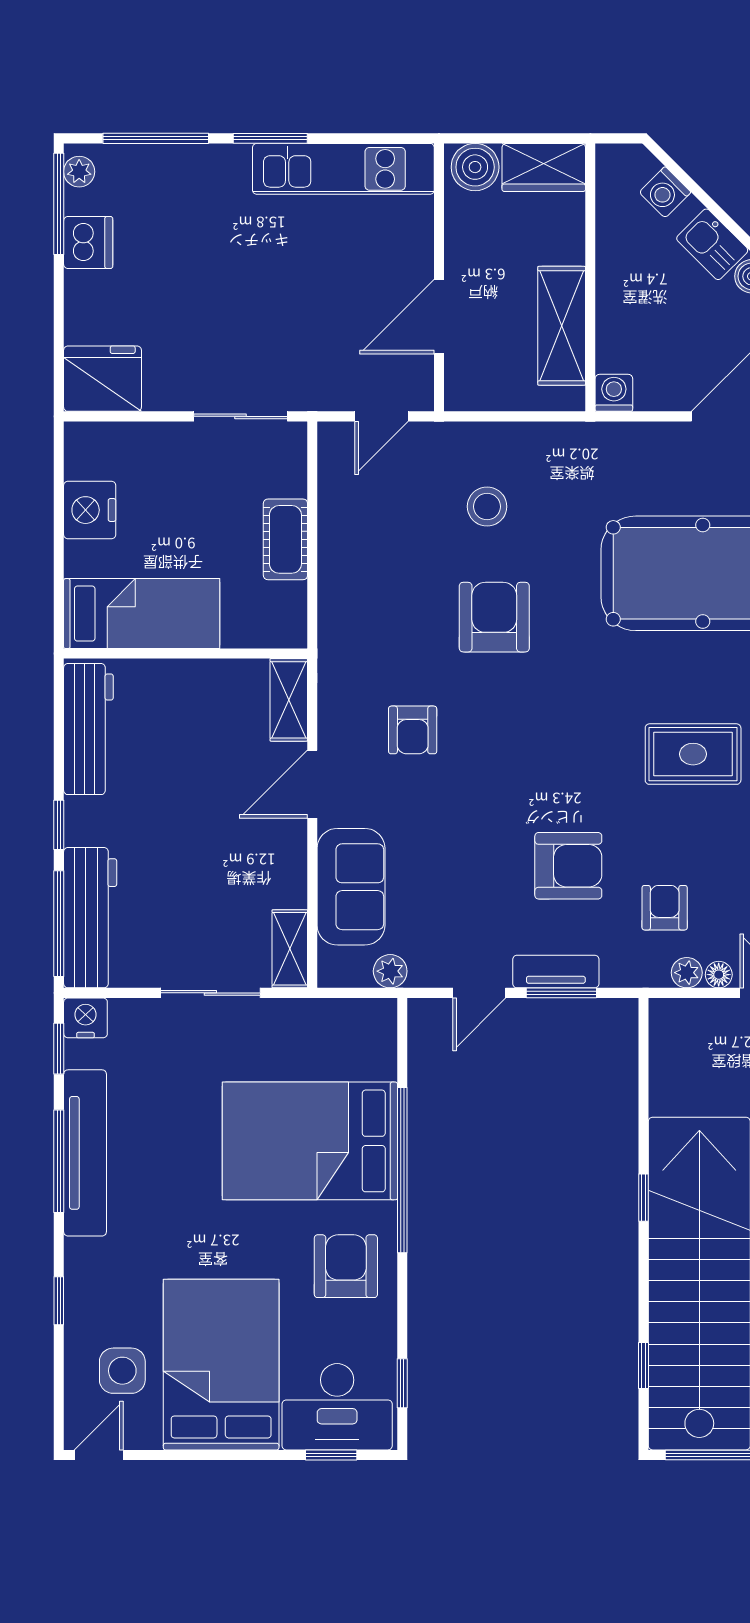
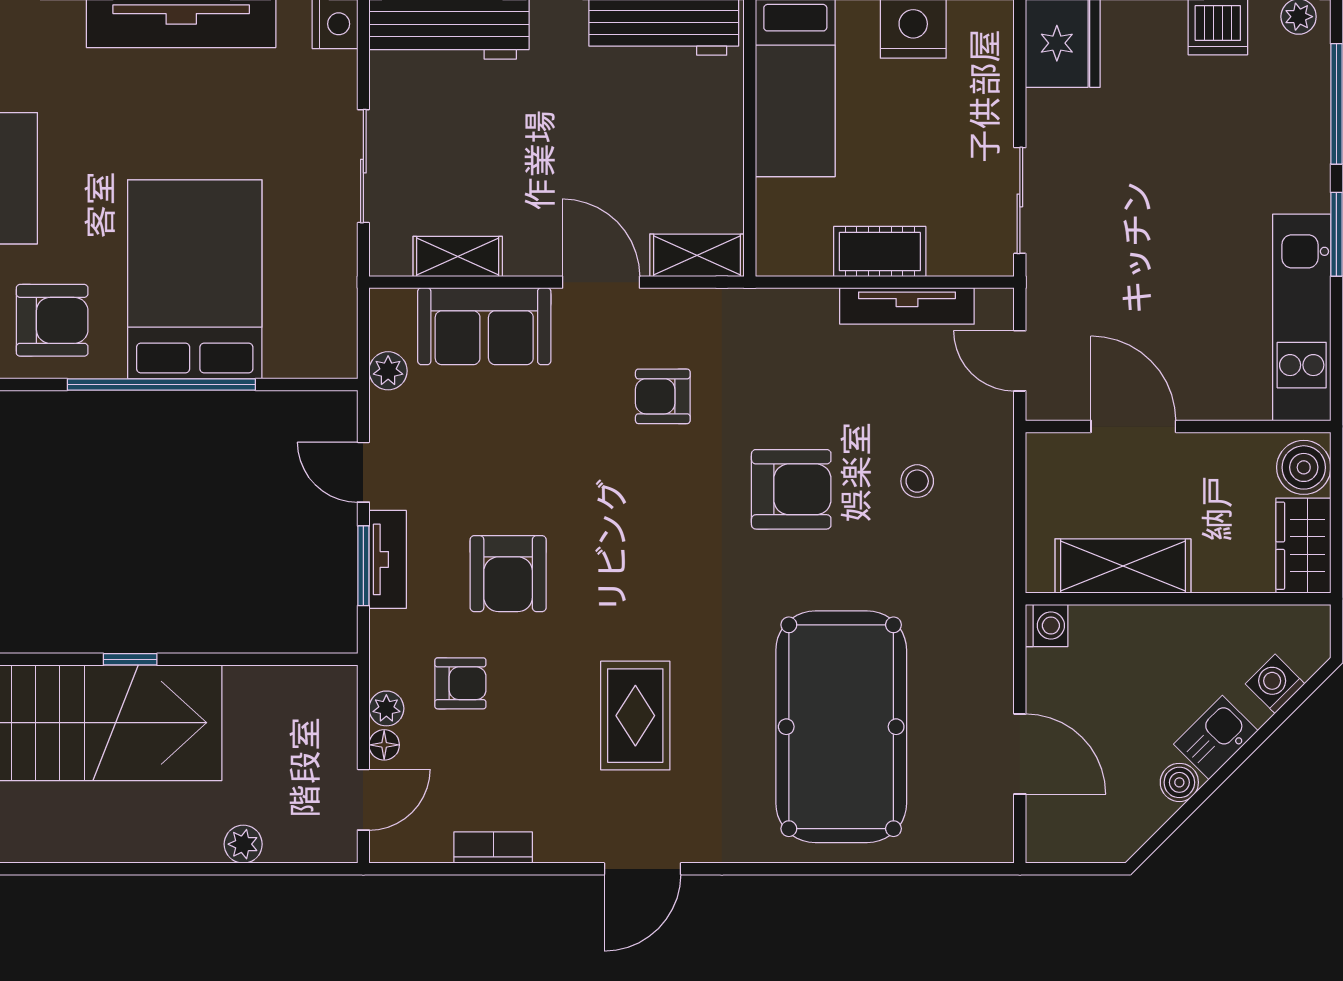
stool: (487, 507) -> (917, 481), width x0.73, depth x0.73
tv unit: (333, 515) -> (907, 306), added
shelving: (290, 949) -> (458, 256), moved

